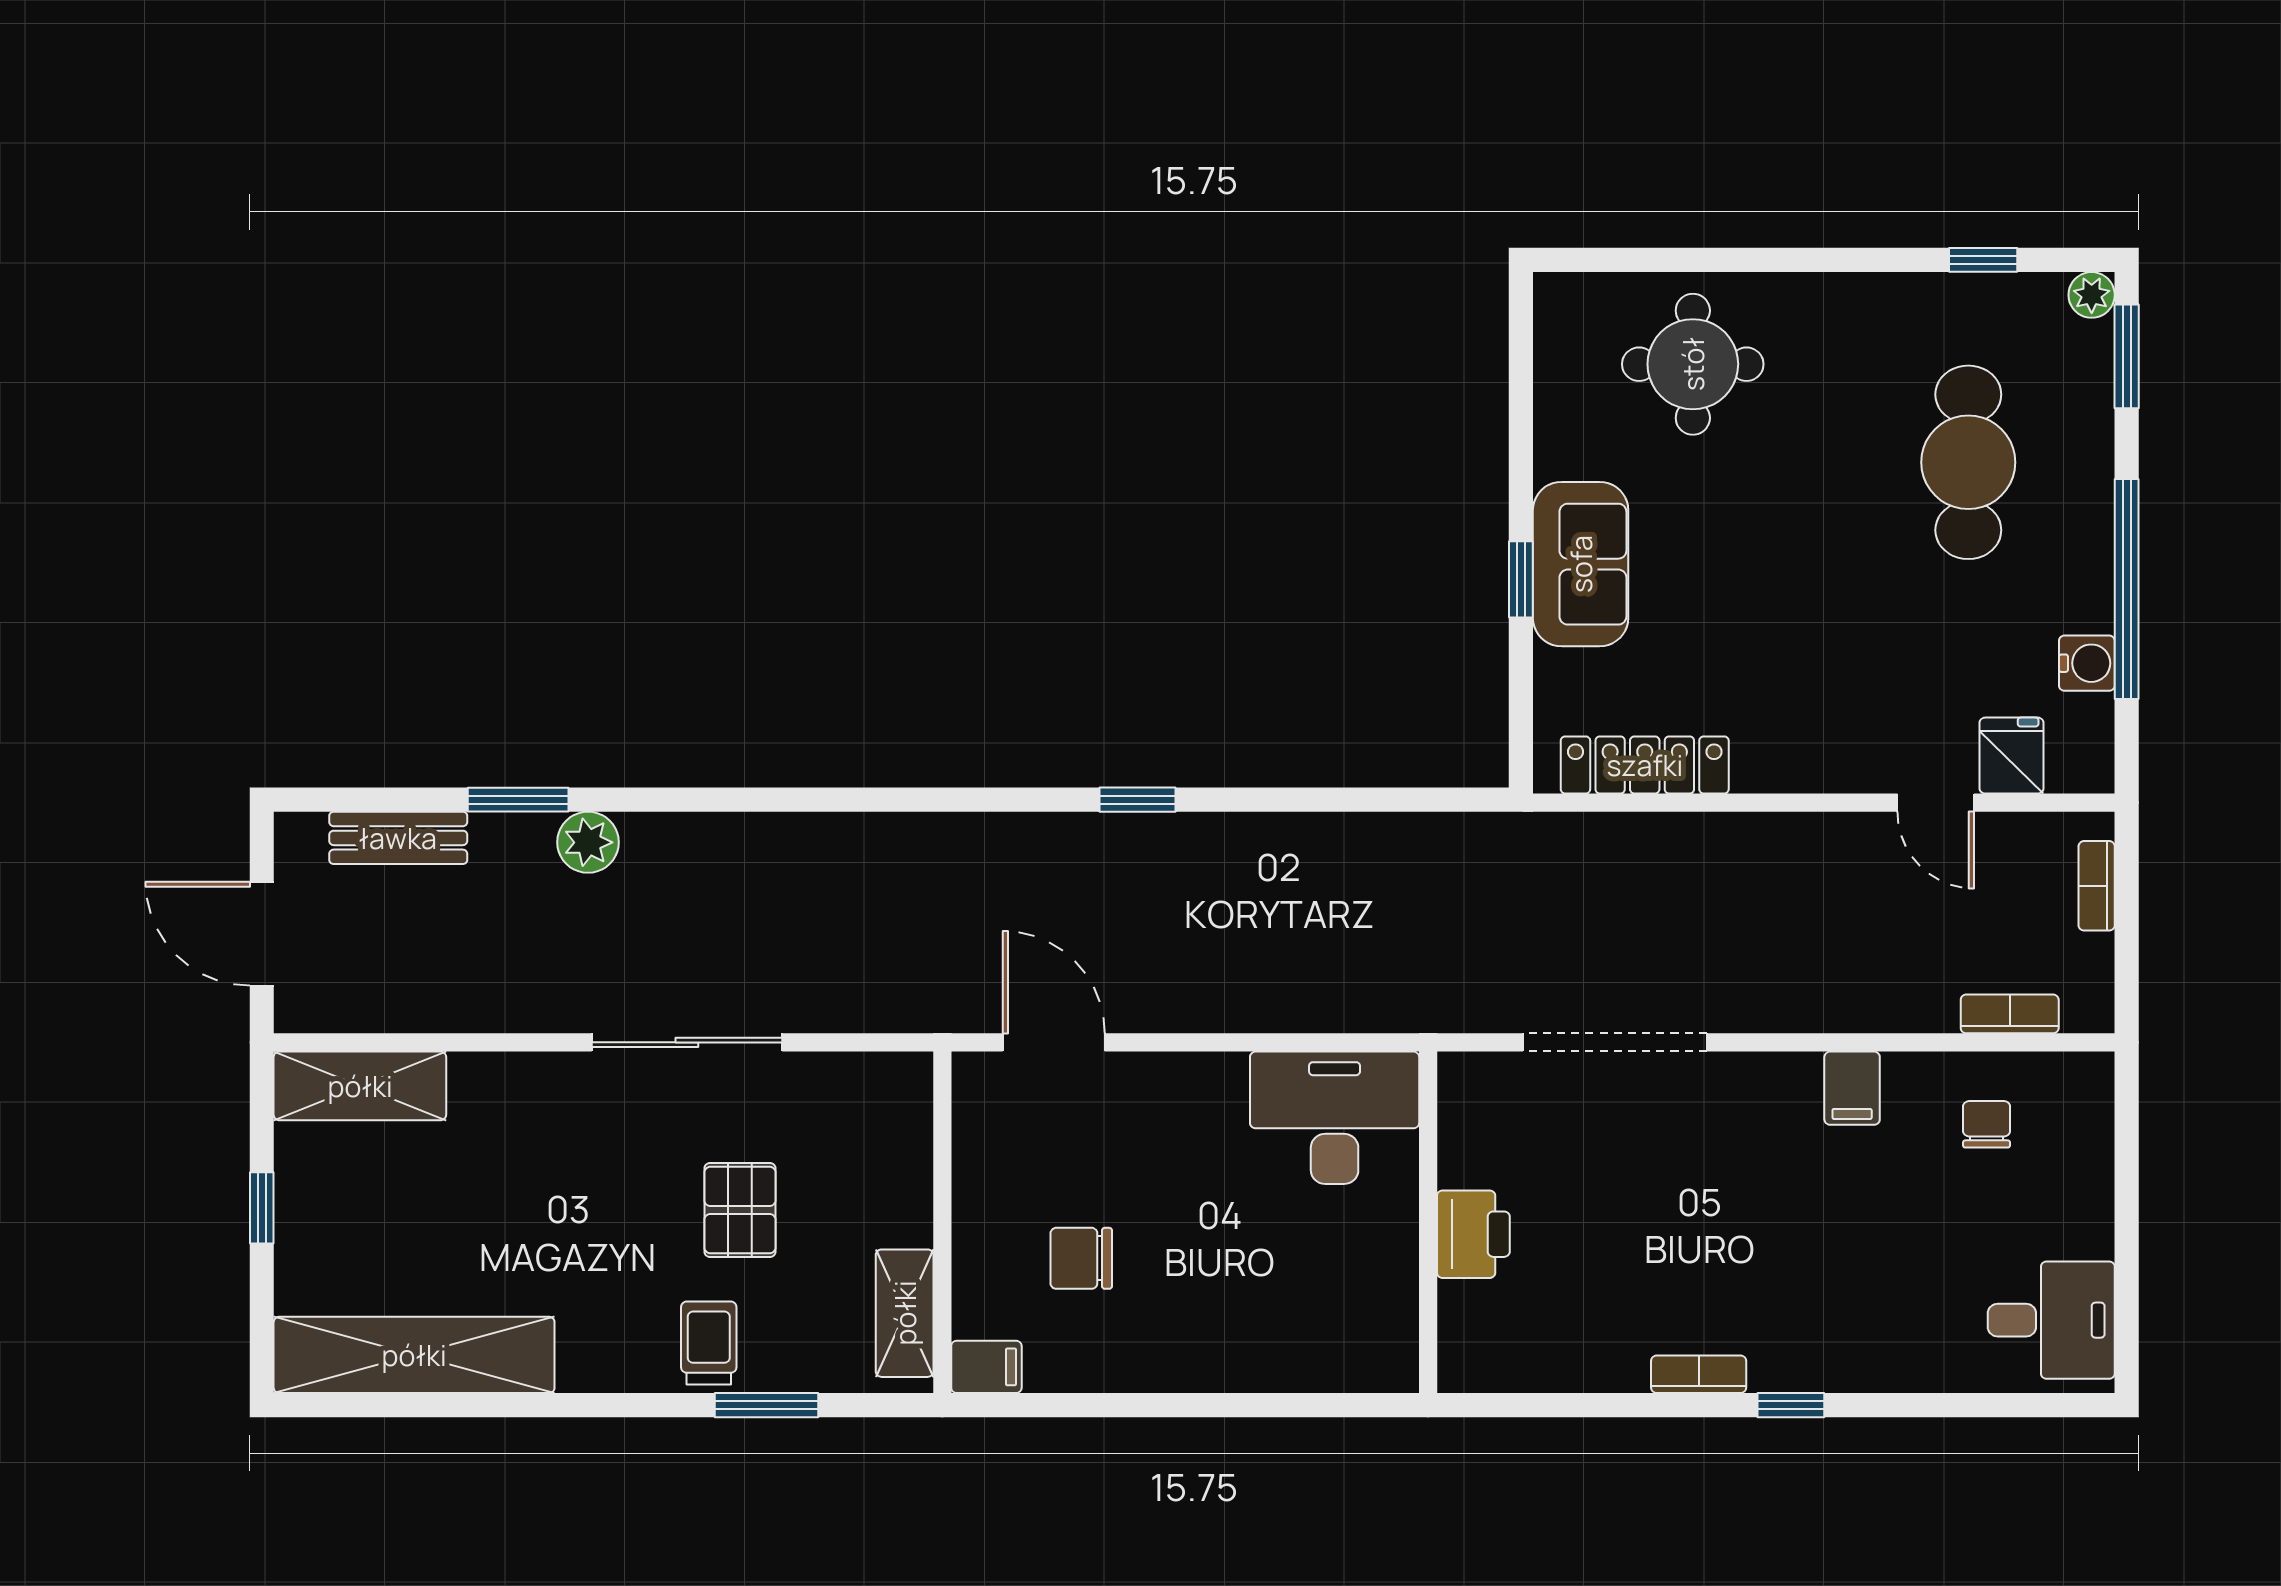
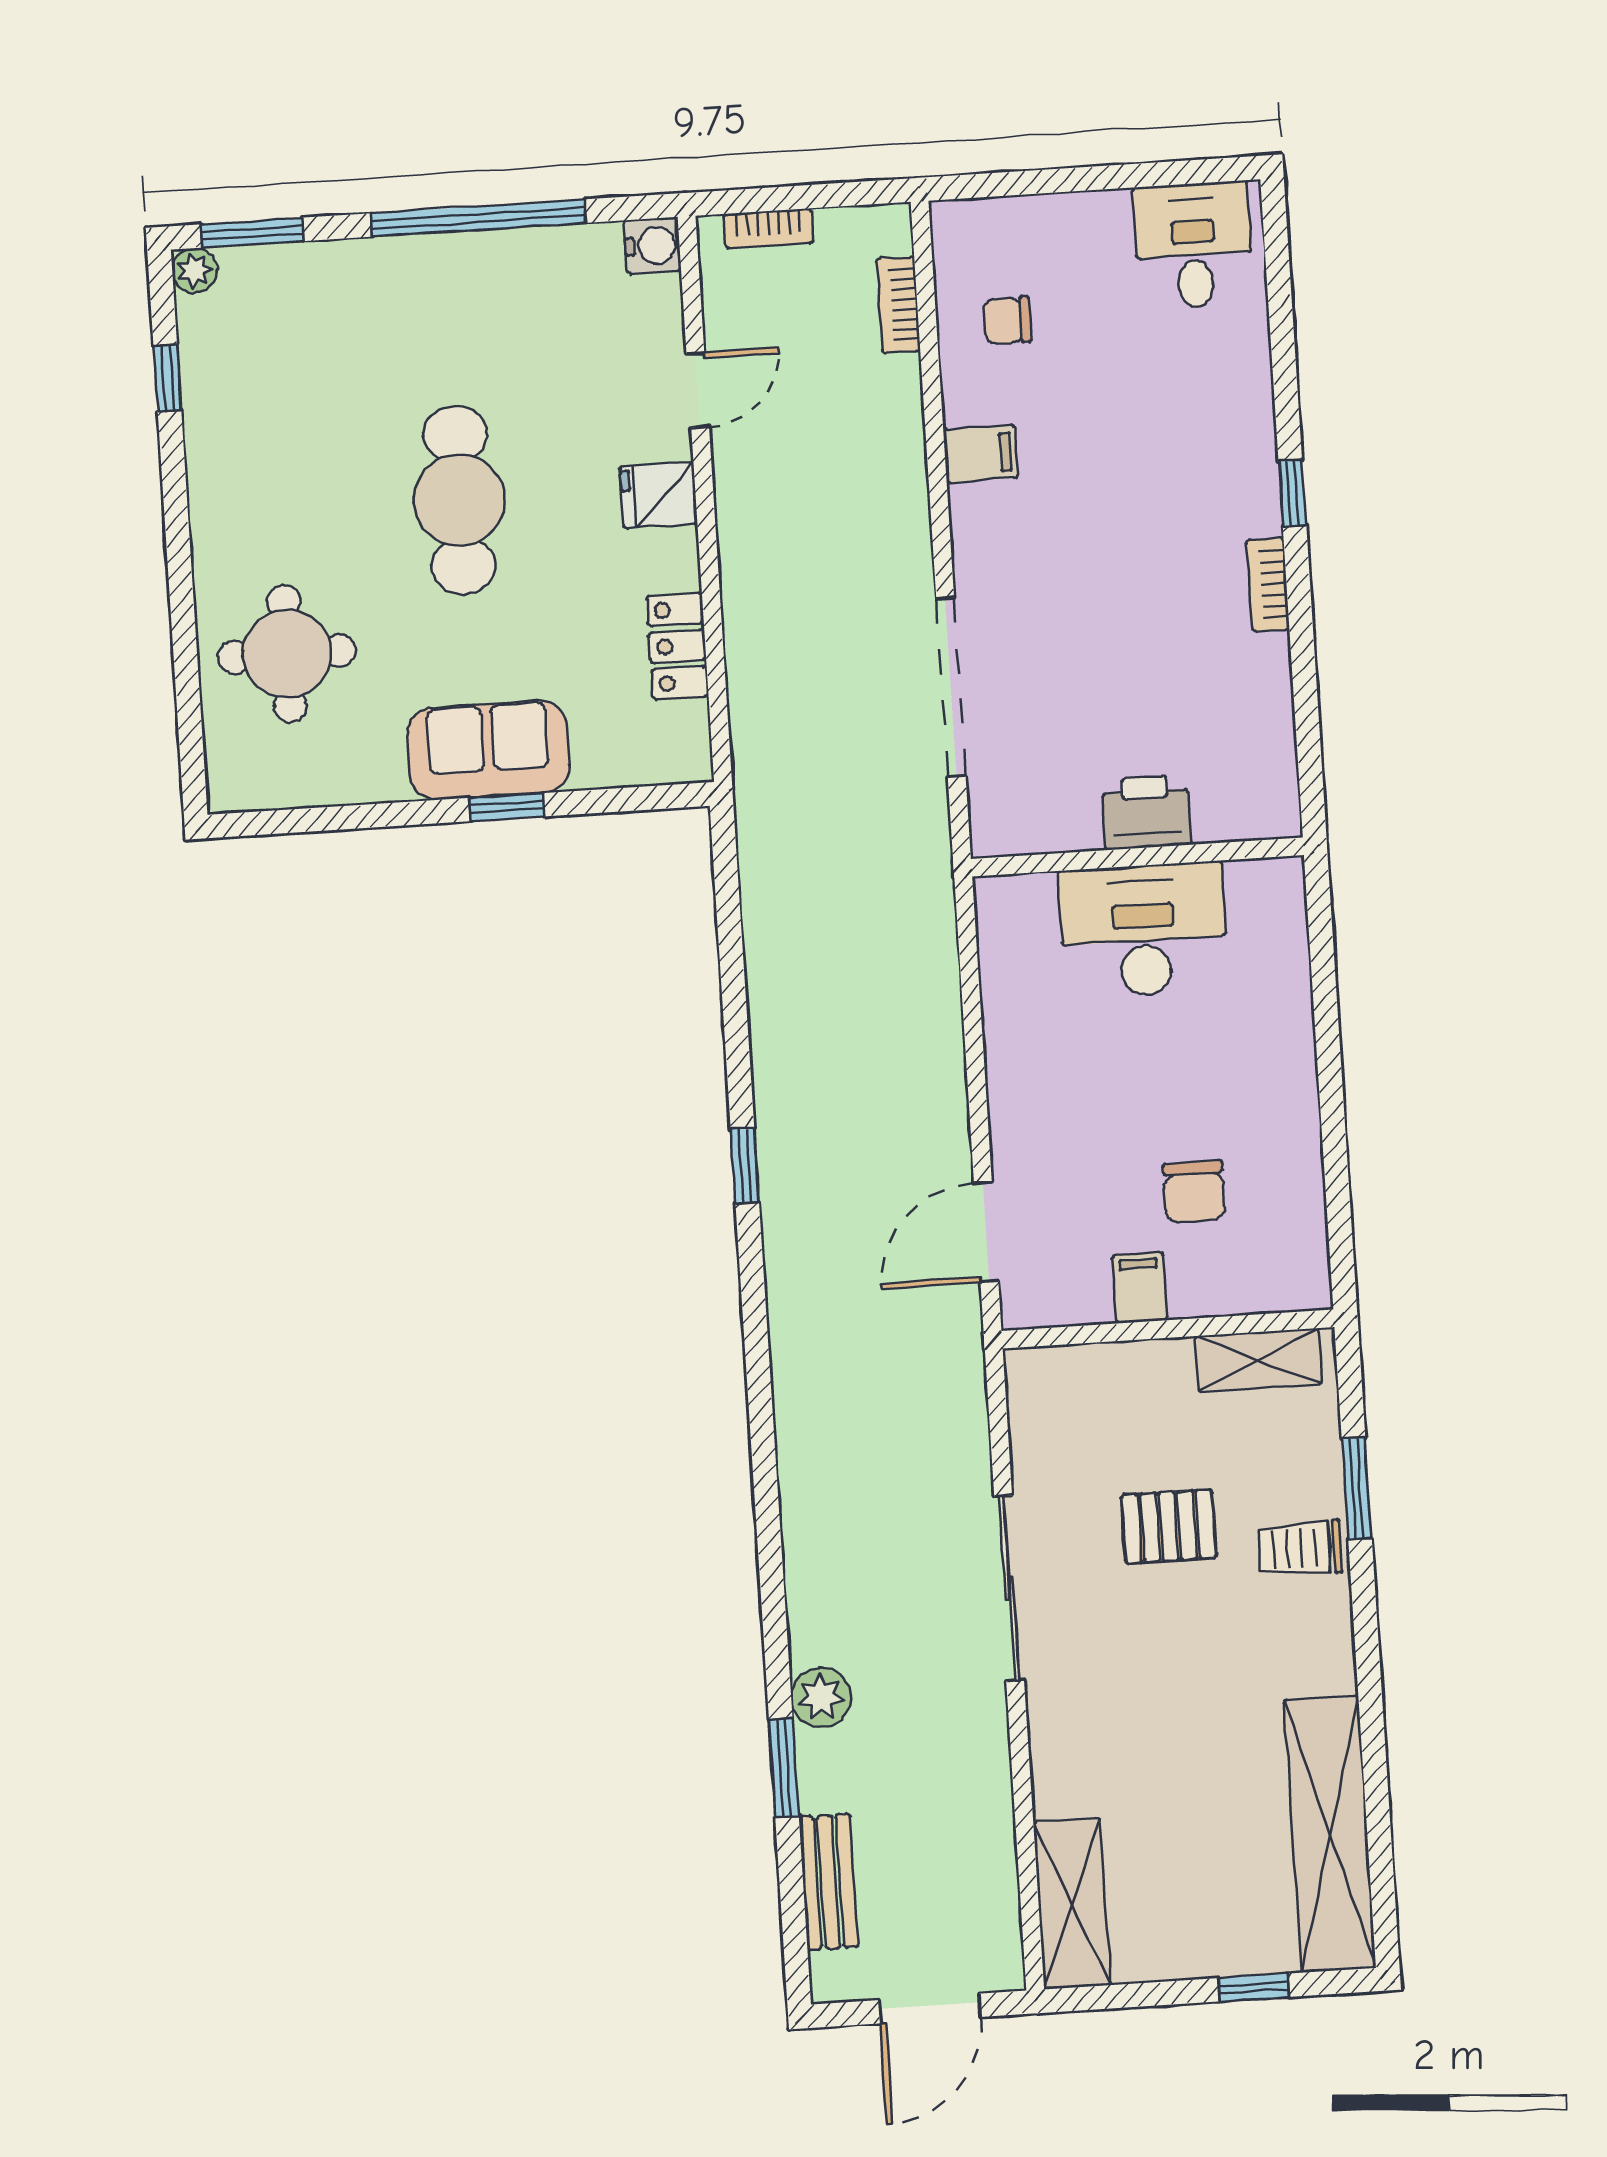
cafe table: (1968, 462) -> (459, 500), moved, turned 90
water cooler: (2087, 663) -> (652, 246), moved, turned 90
fridge: (2012, 756) -> (659, 495), moved
locker: (1645, 765) -> (678, 646), width x0.66
desk: (1335, 1118) -> (1144, 930), moved, turned 90
window: (262, 1208) -> (1254, 1988), moved
filing cabinet: (986, 1367) -> (1140, 1288), moved

